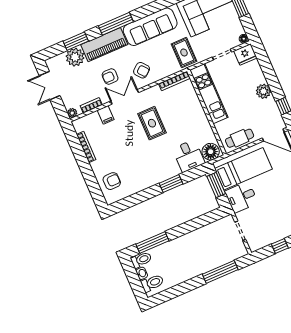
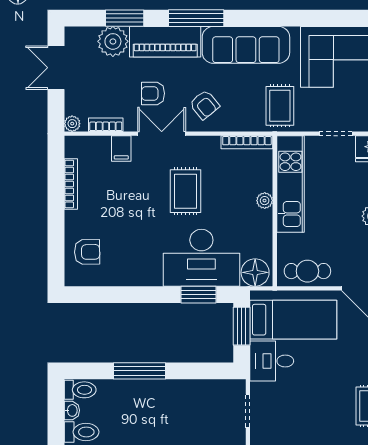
plant: (198, 109) -> (265, 201), added
desk: (189, 156) -> (201, 258), width x1.87, depth x1.30
window: (171, 184) -> (199, 295), moved
window: (152, 242) -> (140, 371), moved

